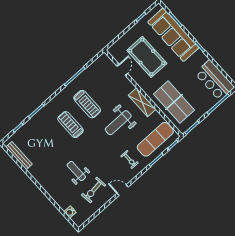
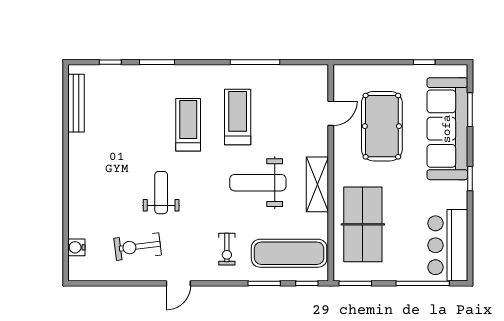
treadmill: (87, 104) -> (238, 117), turned 180
weight bench: (76, 171) -> (161, 193), moved
door: (123, 190) -> (178, 283), swing flipped

